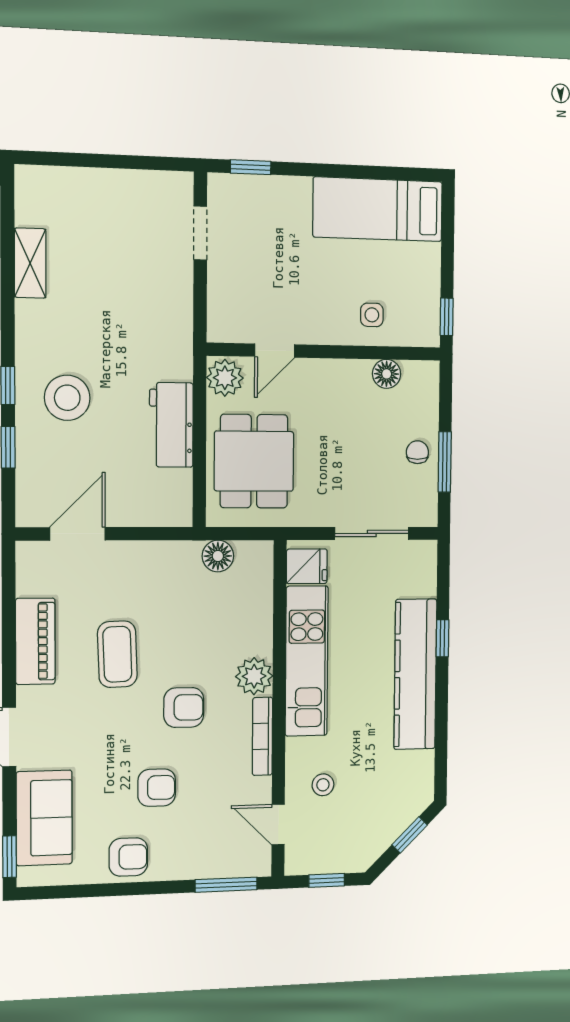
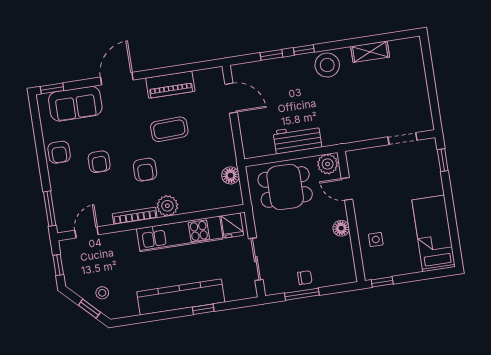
floor lamp: (387, 374) -> (341, 228), moved
stool: (67, 398) -> (327, 65), moved
stool: (323, 785) -> (102, 293), moved

